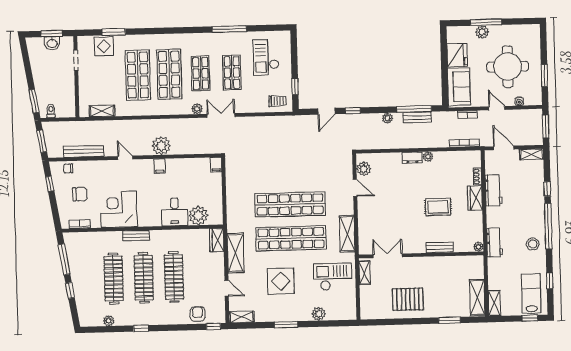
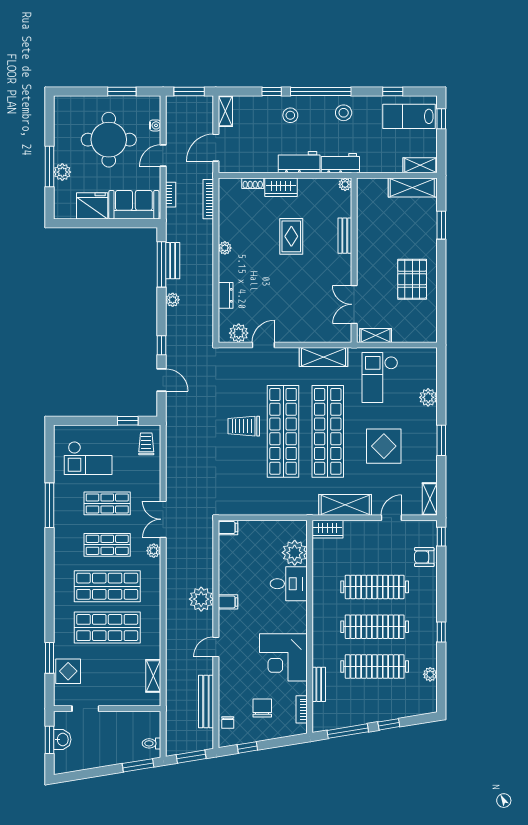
dresser: (412, 158) -> (226, 295), moved
trolley: (293, 175) -> (244, 426), added
workbench: (494, 190) -> (299, 162), moved
stool: (530, 204) -> (290, 115), added
bench: (136, 236) -> (319, 684), moved

